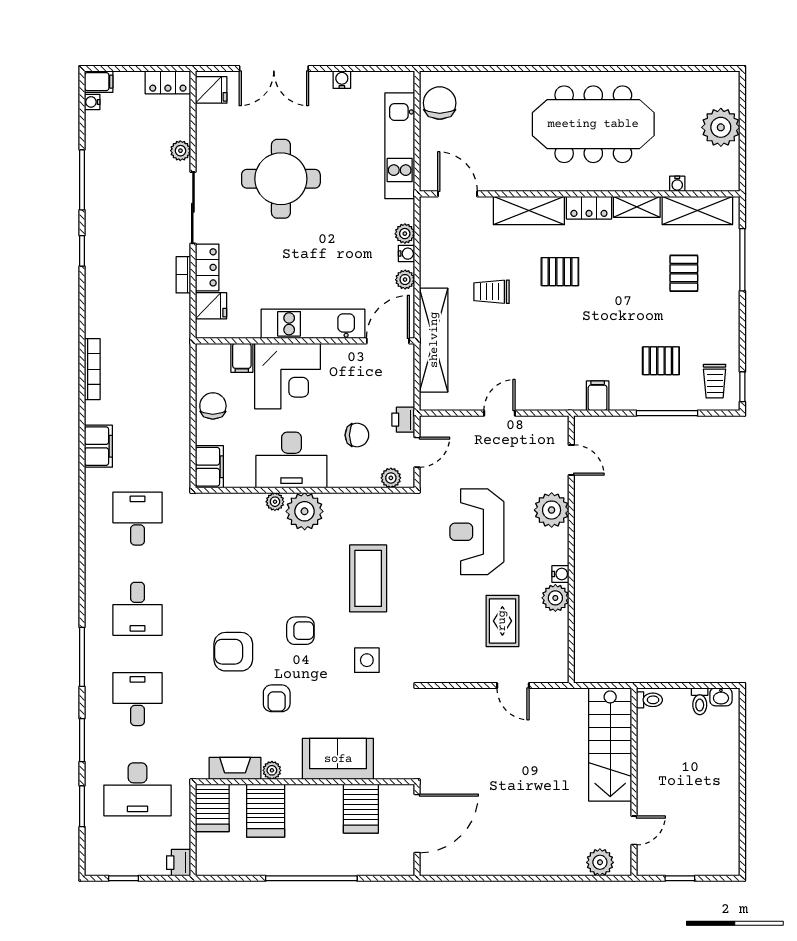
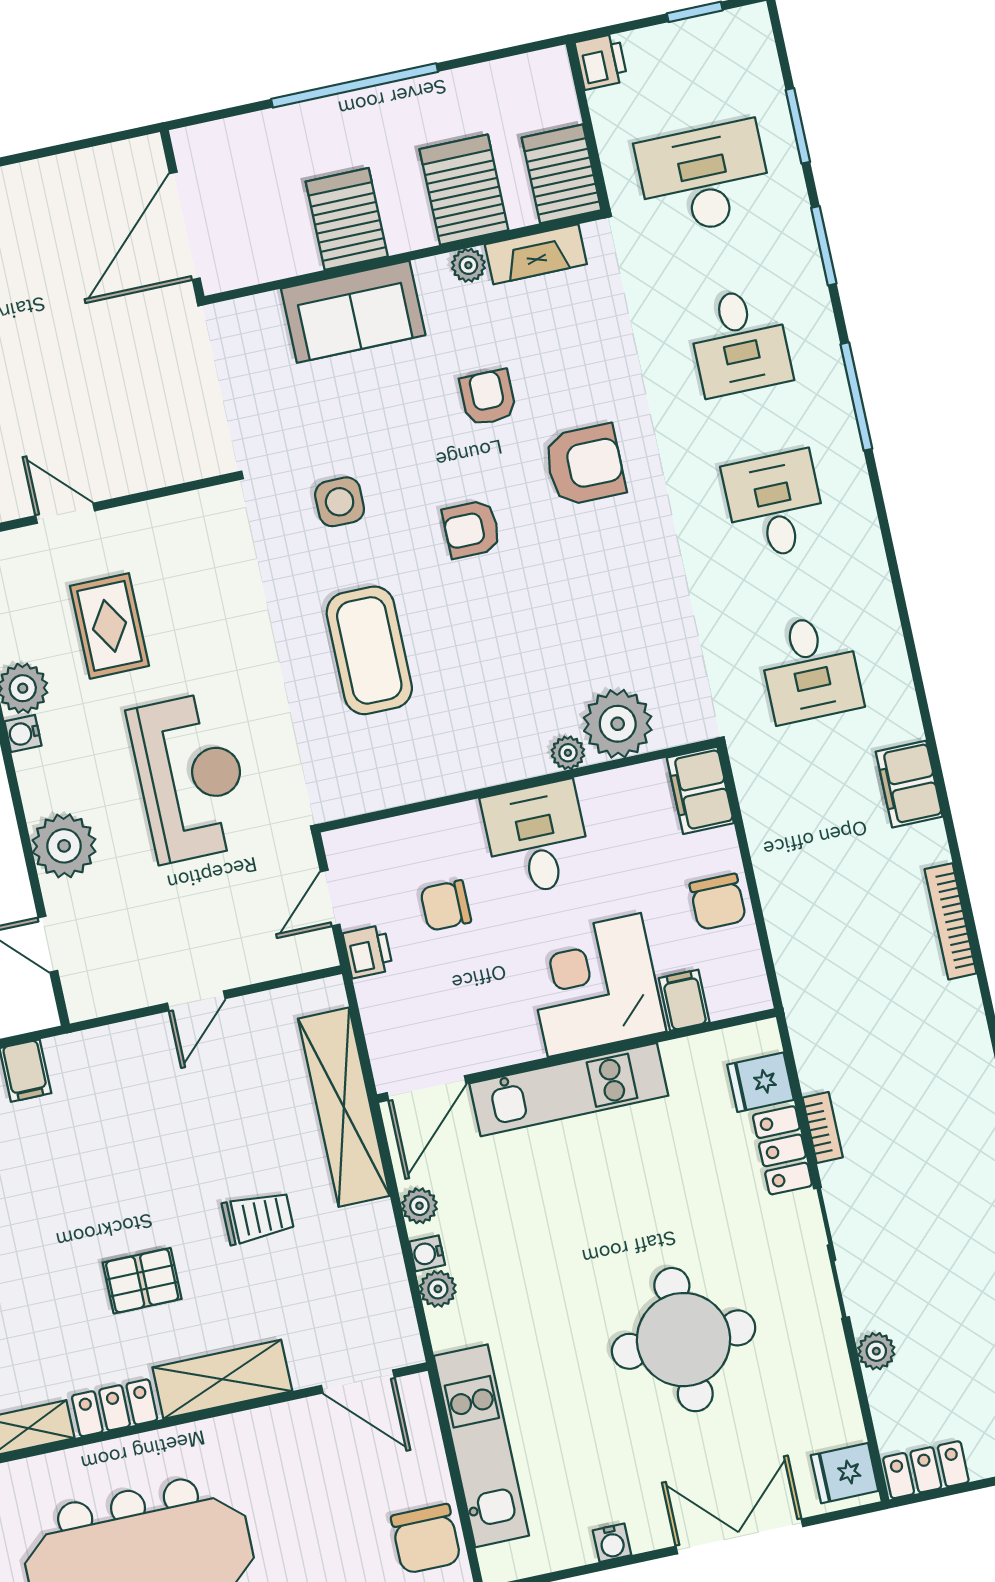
desk: (291, 460) -> (537, 839), width x0.73
plant: (391, 478) -> (367, 841), removed
plant: (305, 511) -> (618, 724), moved
server rack: (361, 809) -> (347, 219), moved

